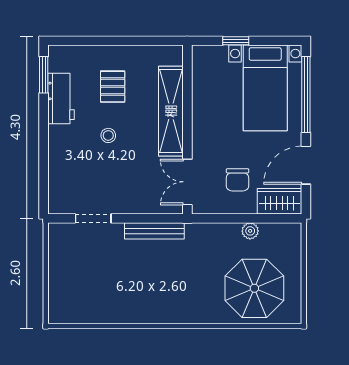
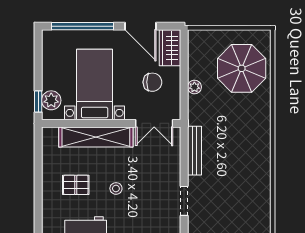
window: (236, 41) -> (38, 101), moved
plant: (216, 57) -> (51, 100), added
bed with nightstands: (265, 88) -> (95, 85), moved, turned -90
plant: (250, 231) -> (194, 87), moved

